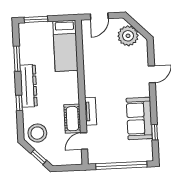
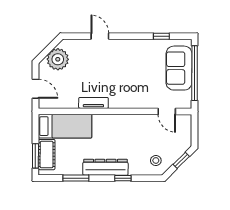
tv unit: (91, 111) -> (93, 103), moved
sofa: (139, 118) -> (179, 68), moved, turned 90
cot: (72, 119) -> (47, 155), moved, turned 90
stool: (37, 133) -> (156, 160), width x0.53, depth x0.53

